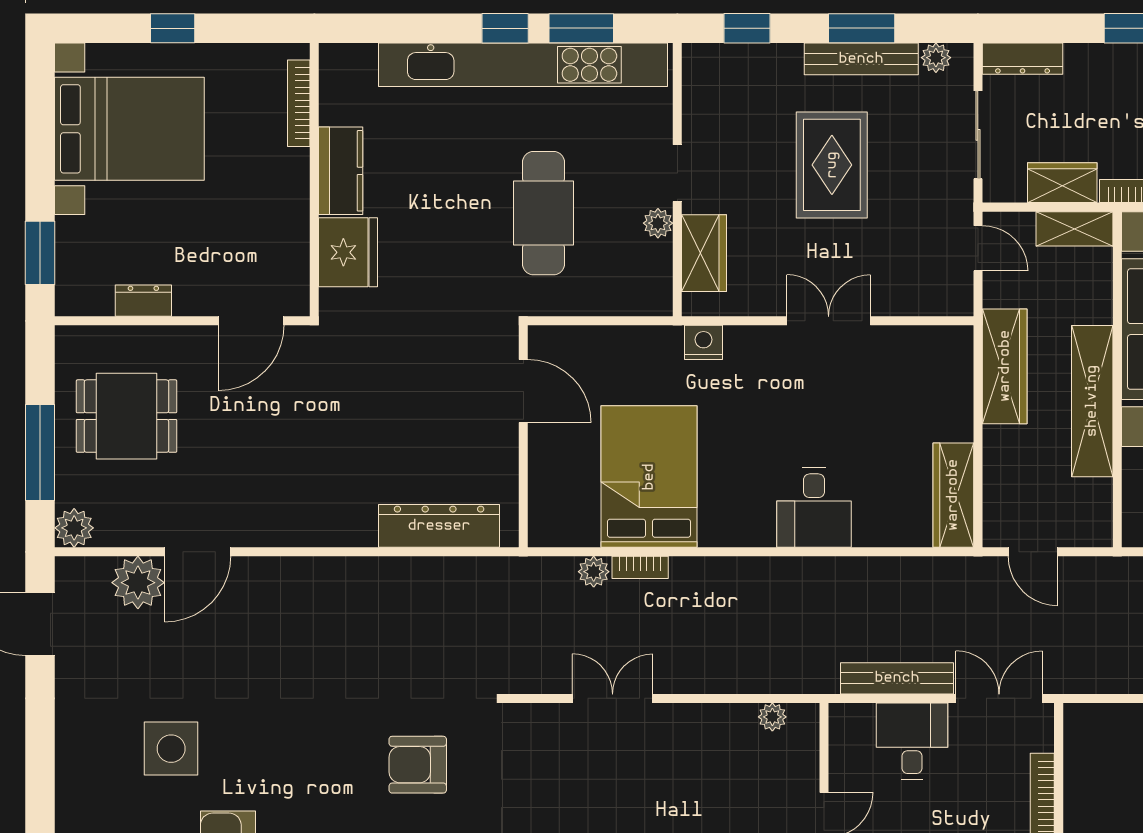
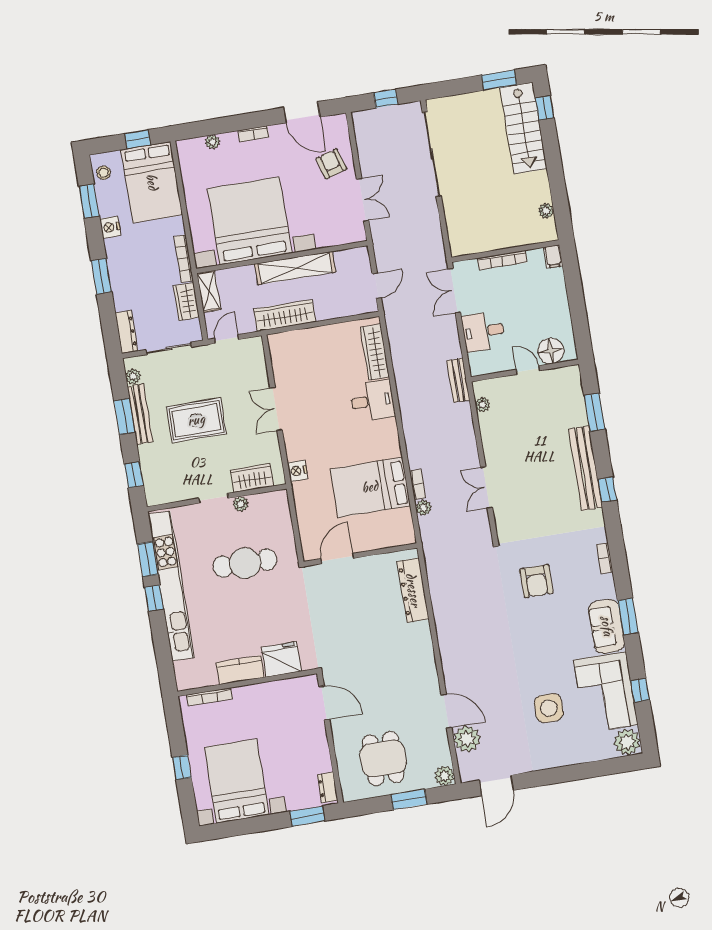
dresser: (143, 301) -> (328, 788), moved
window: (40, 452) -> (409, 800), width x0.69
wardrobe: (953, 495) -> (375, 352), moved, turned 90
bench: (897, 678) -> (458, 380), moved, width x0.73

